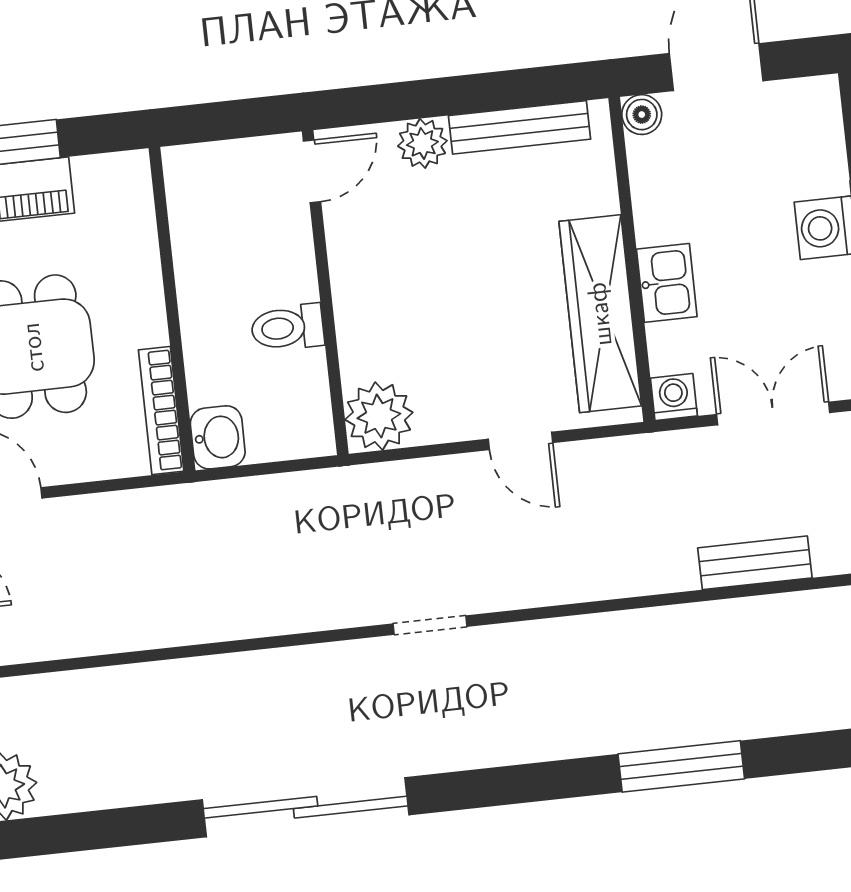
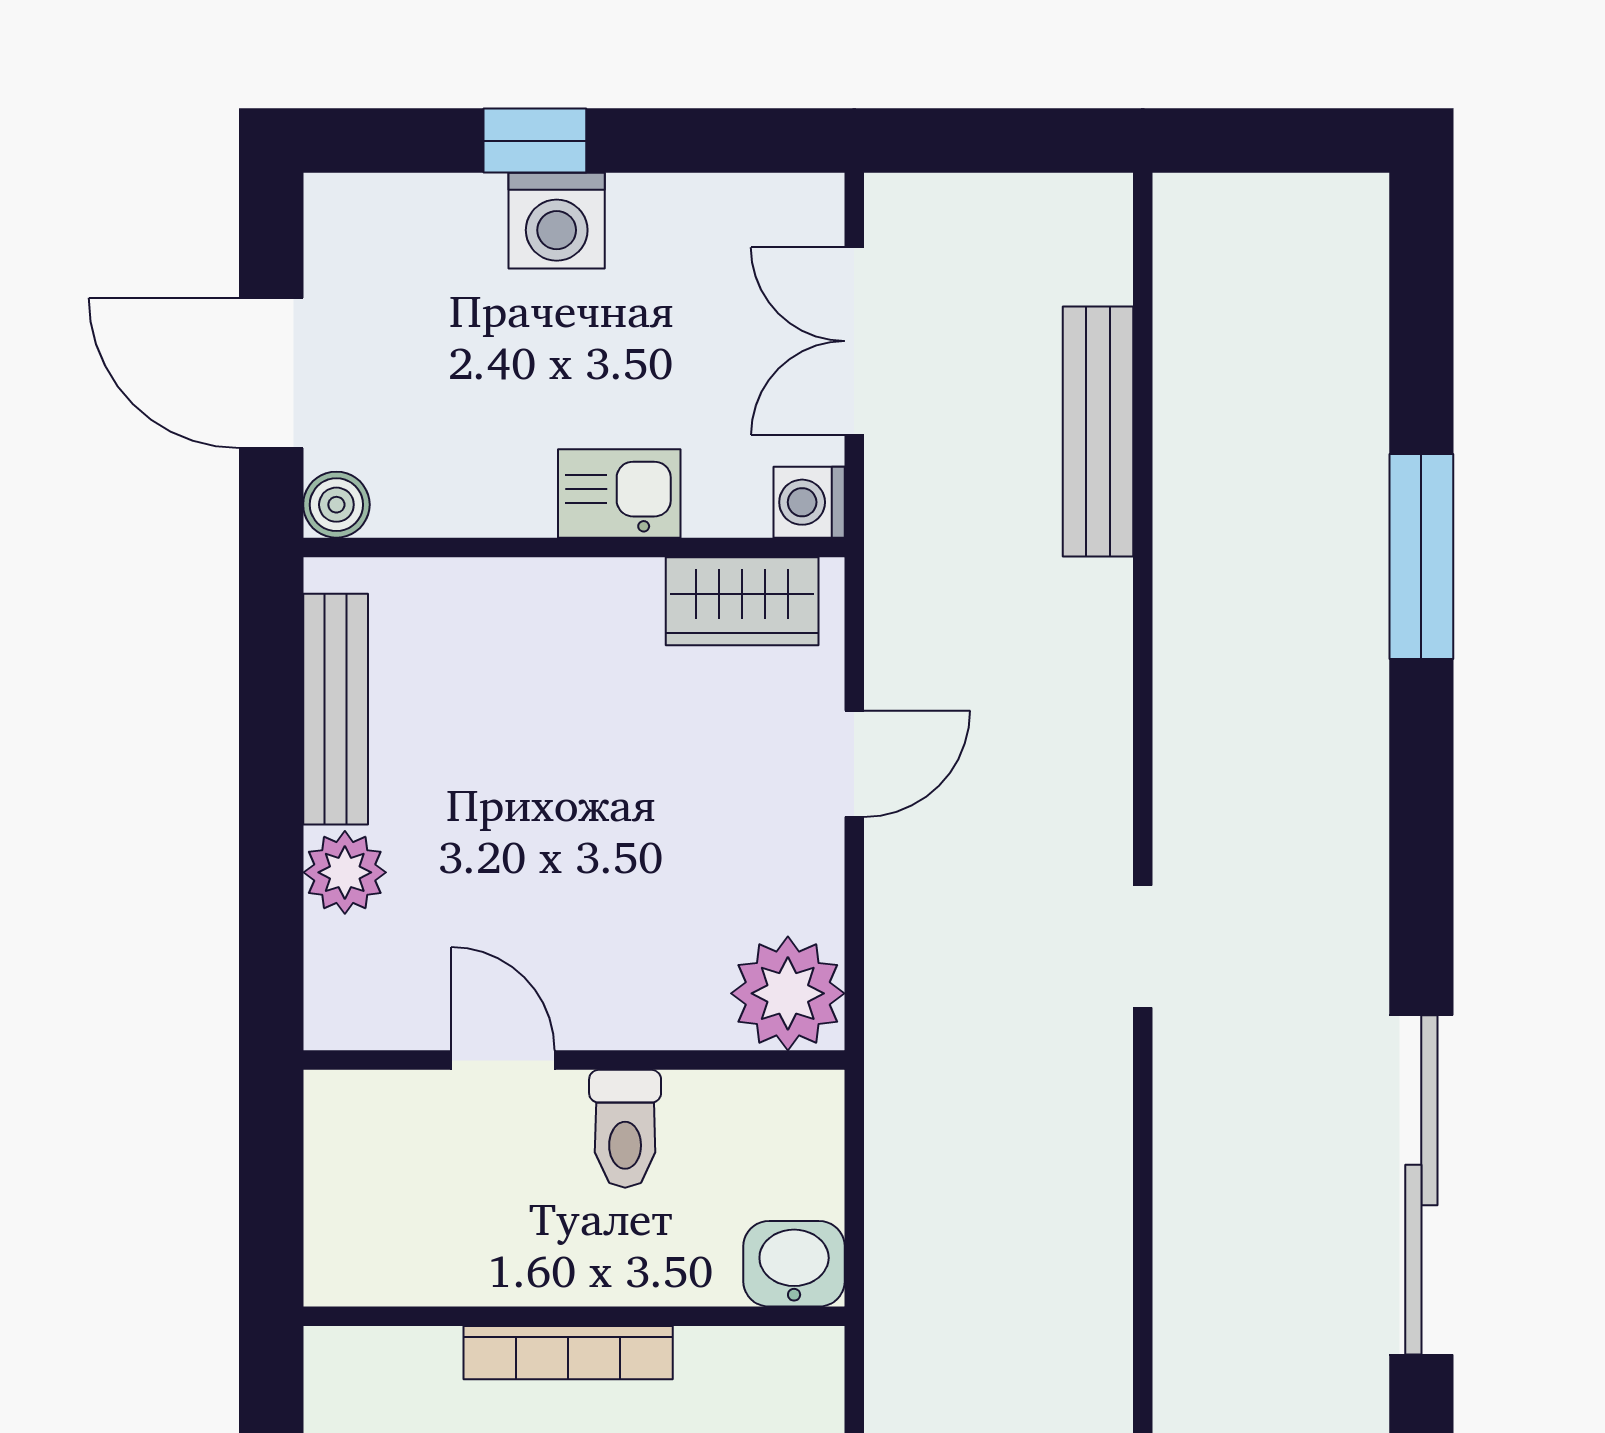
door: (312, 171) -> (503, 1060), moved
wardrobe: (600, 314) -> (742, 601), width x0.48, depth x0.85
bookcase: (161, 411) -> (568, 1353), moved
bench: (755, 563) -> (1098, 431), width x1.36

